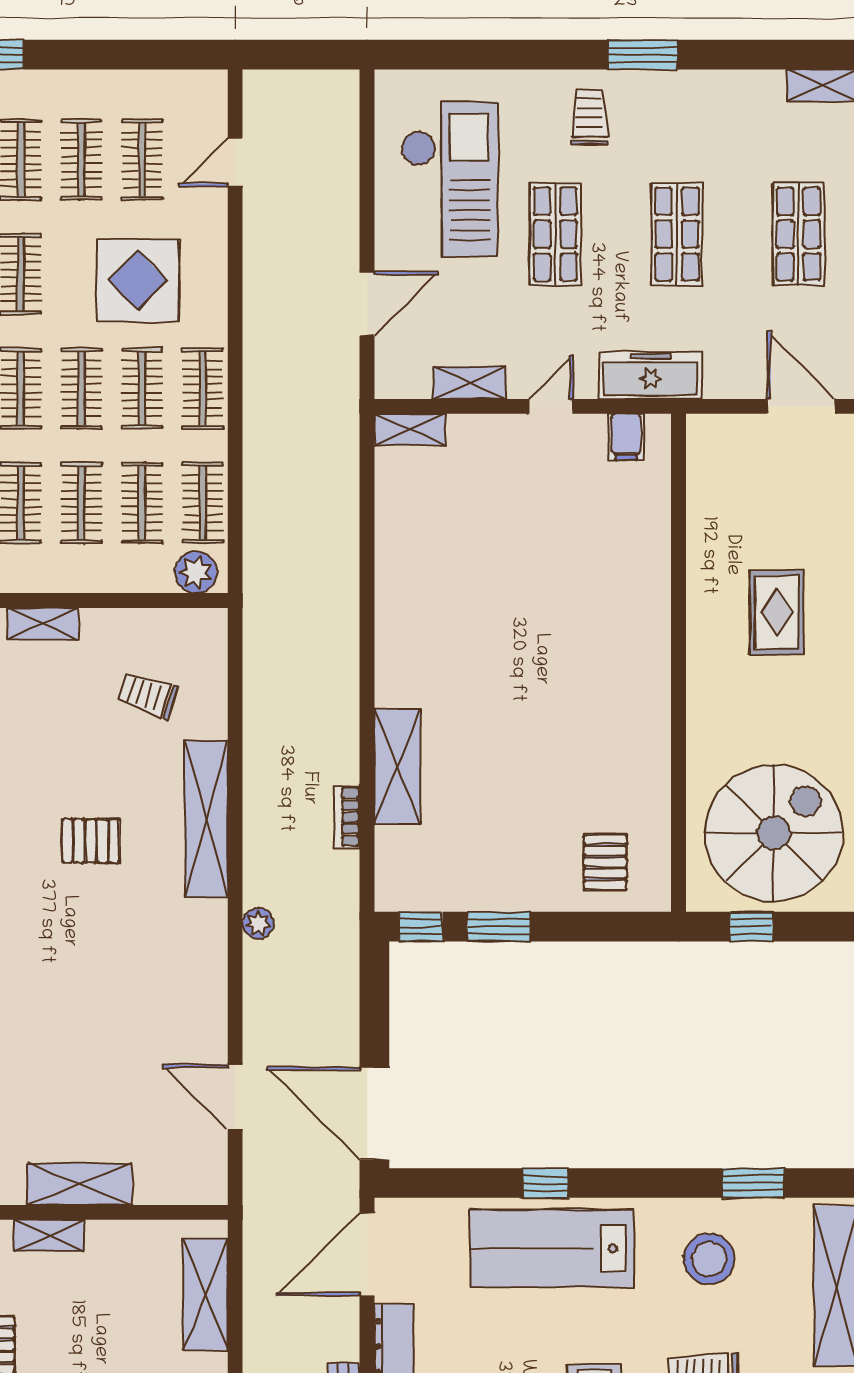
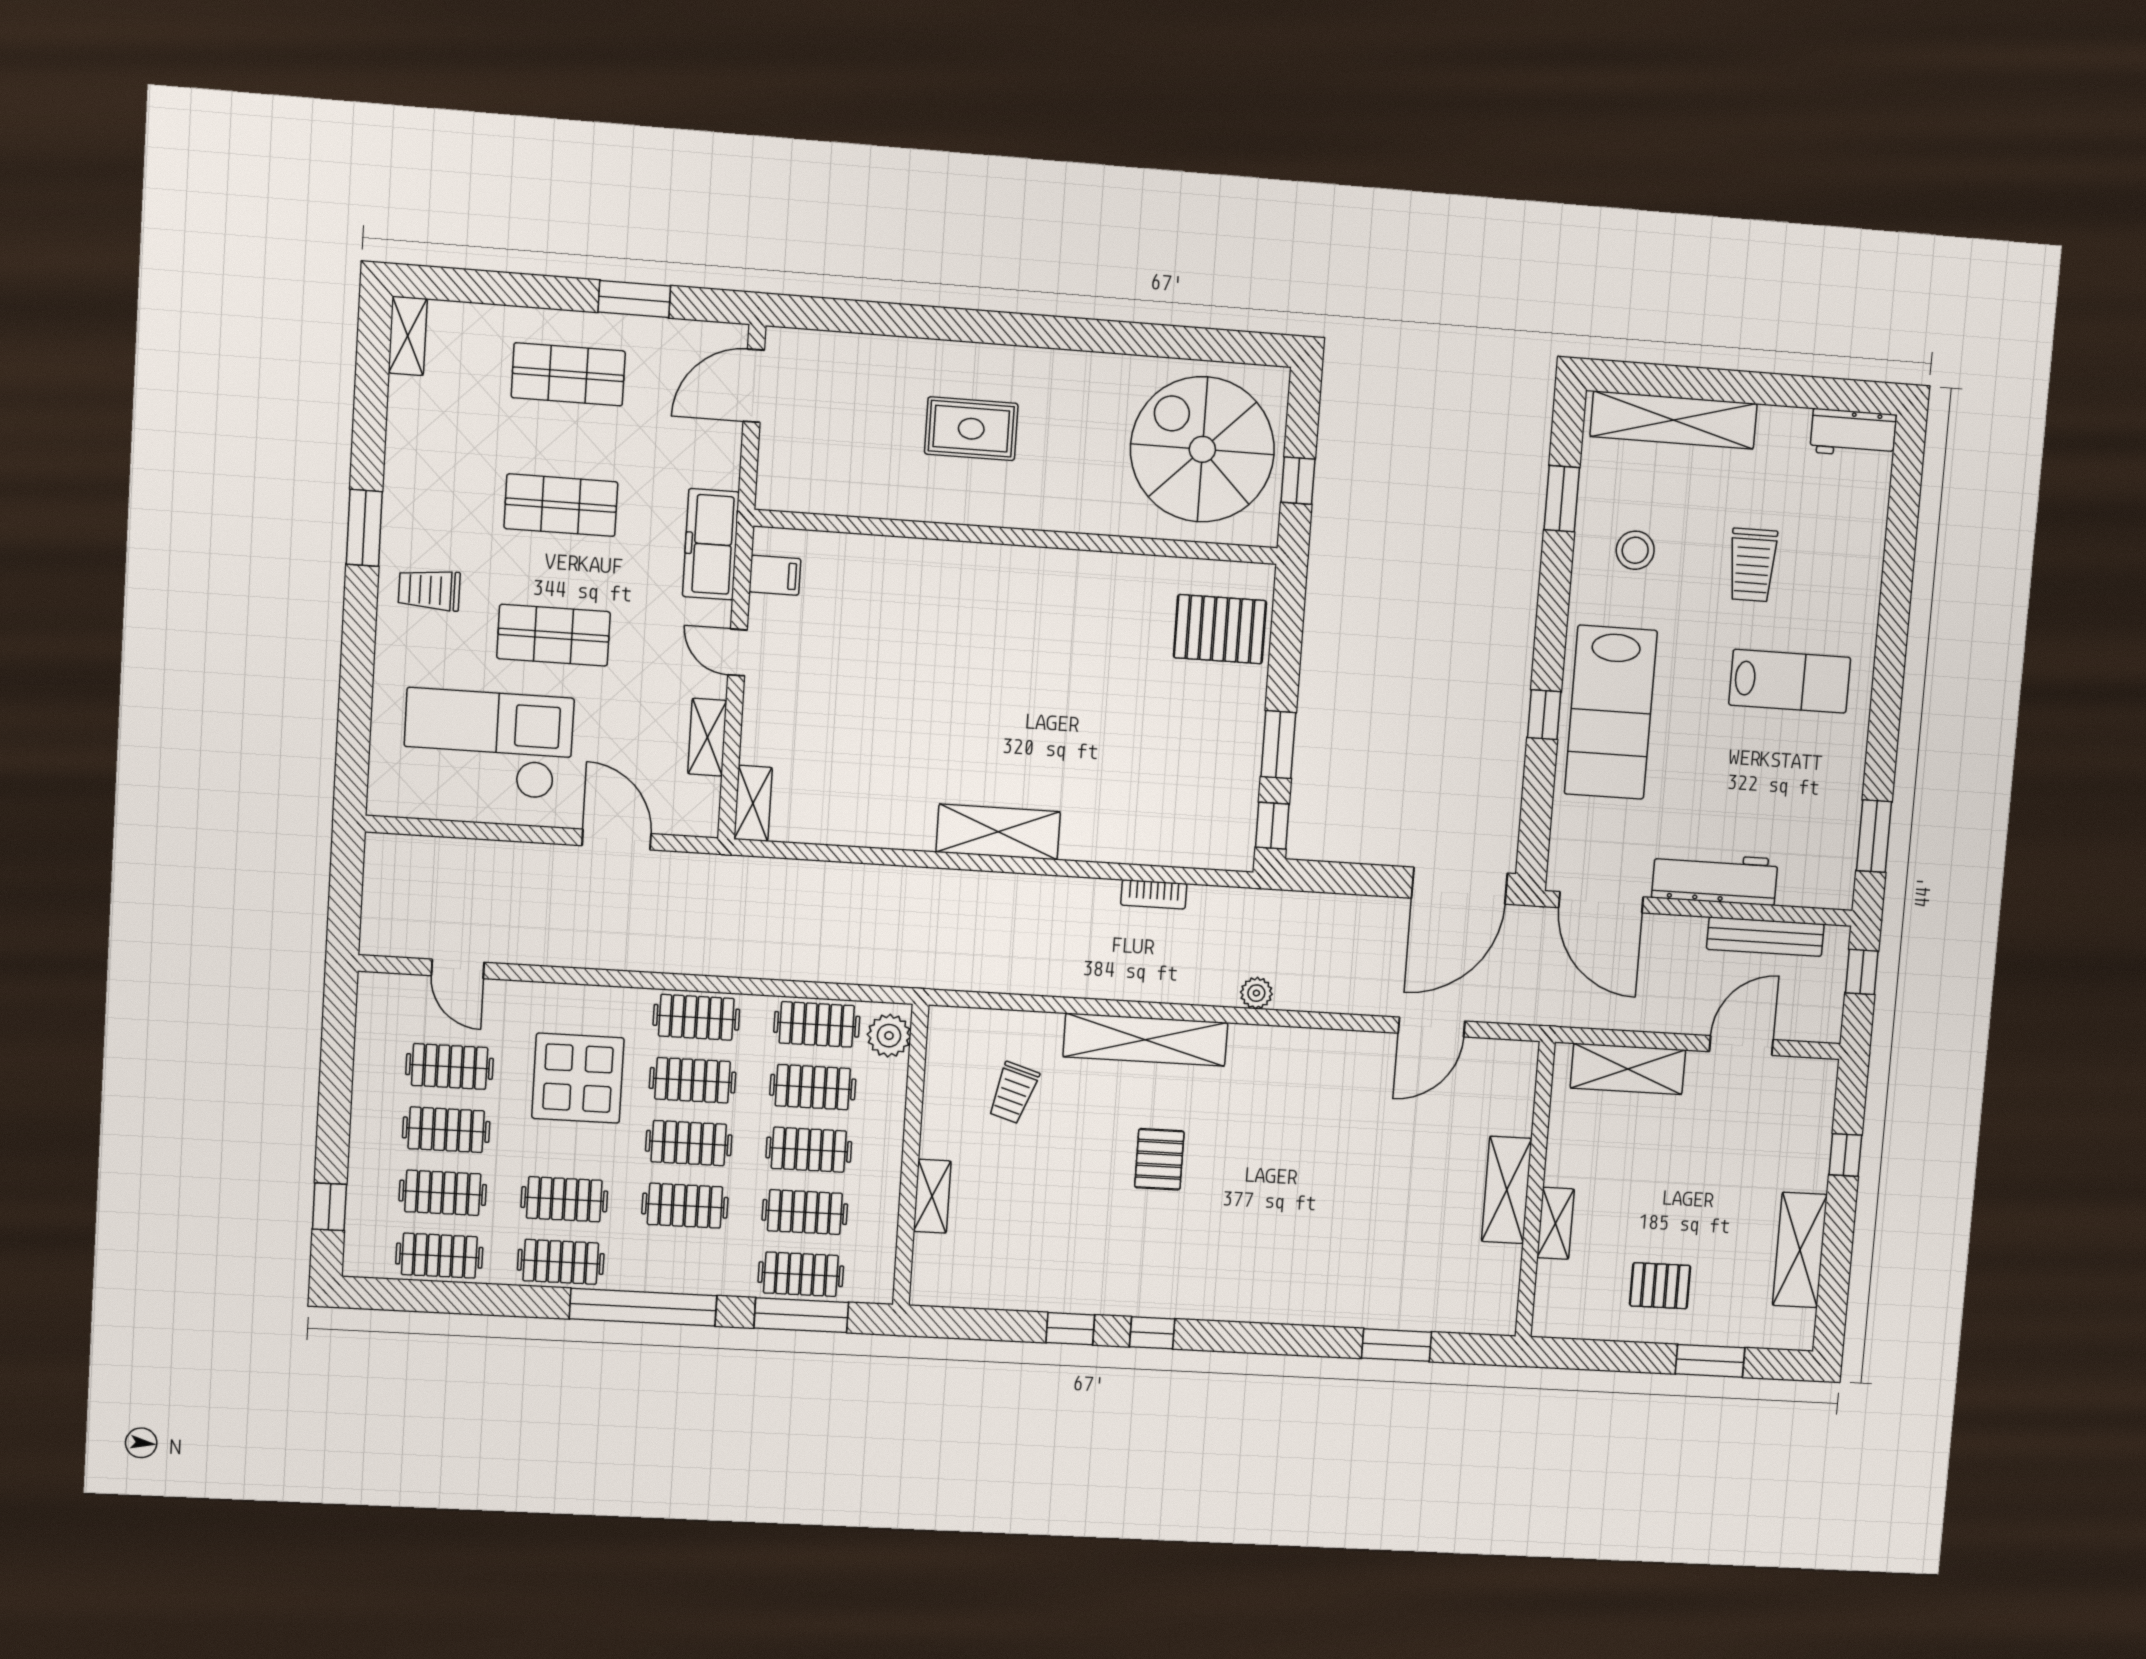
shelving: (398, 767) -> (998, 832), moved
pallet: (605, 862) -> (1220, 629), width x1.50, depth x1.42
stool: (709, 1259) -> (1635, 550), width x0.73, depth x0.73

